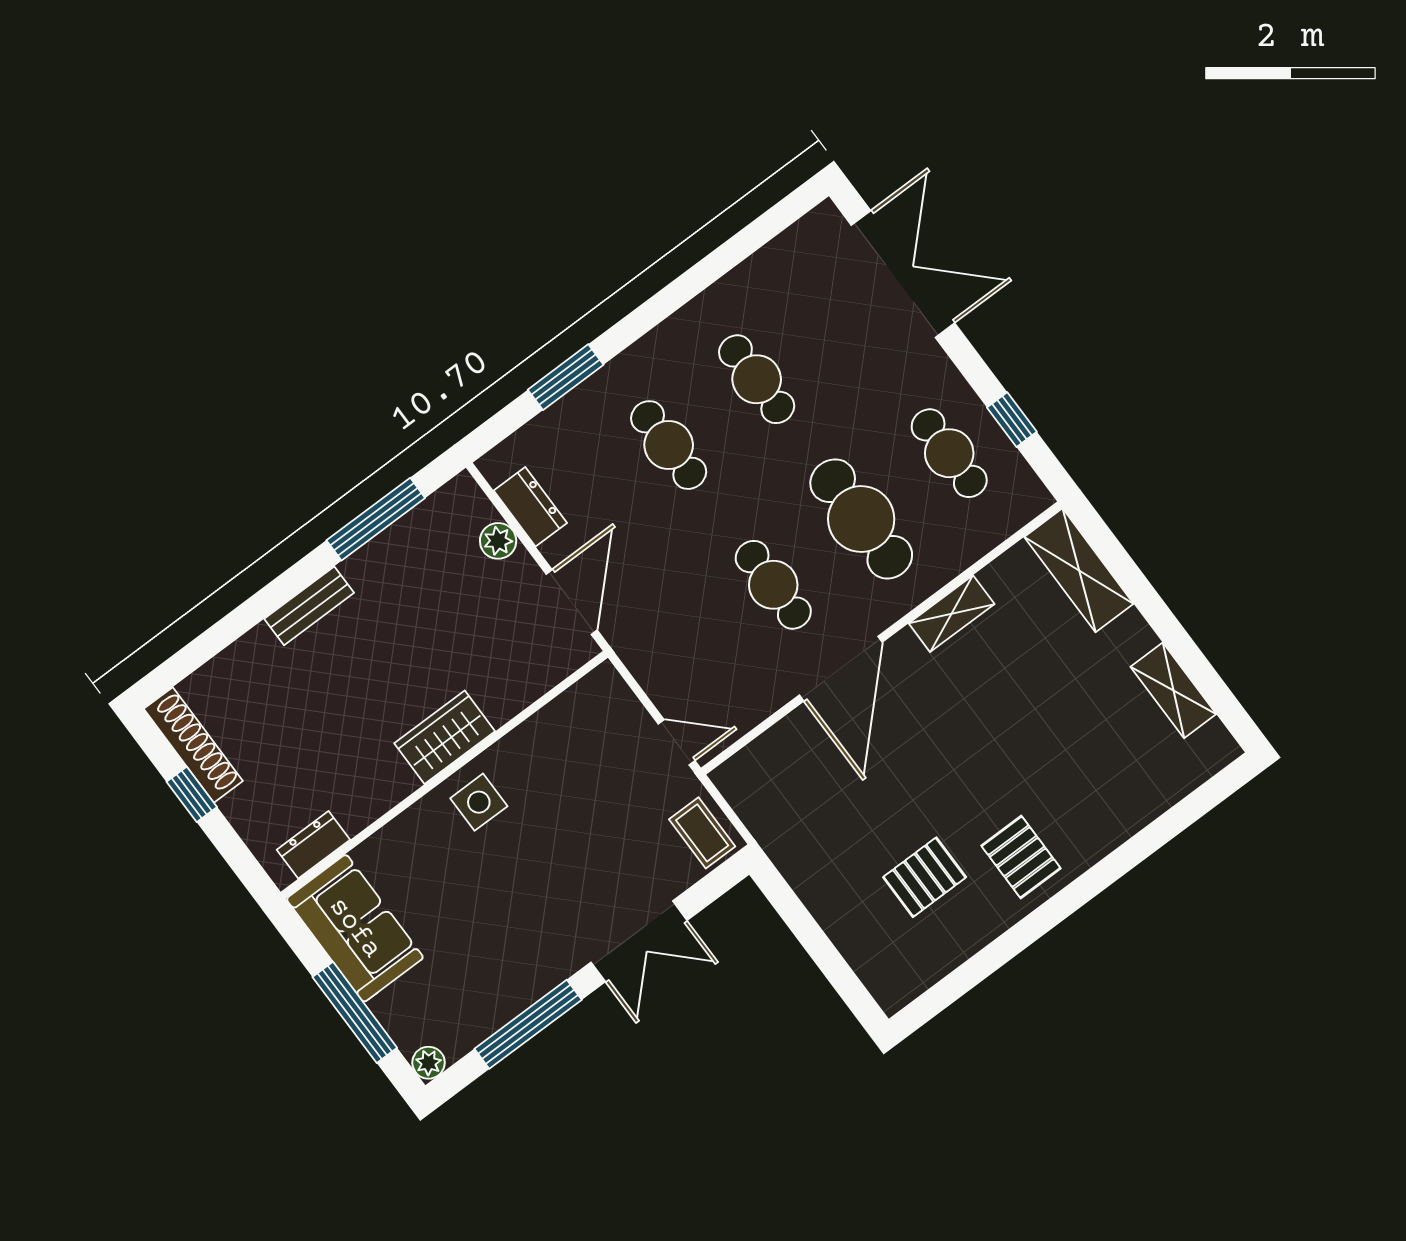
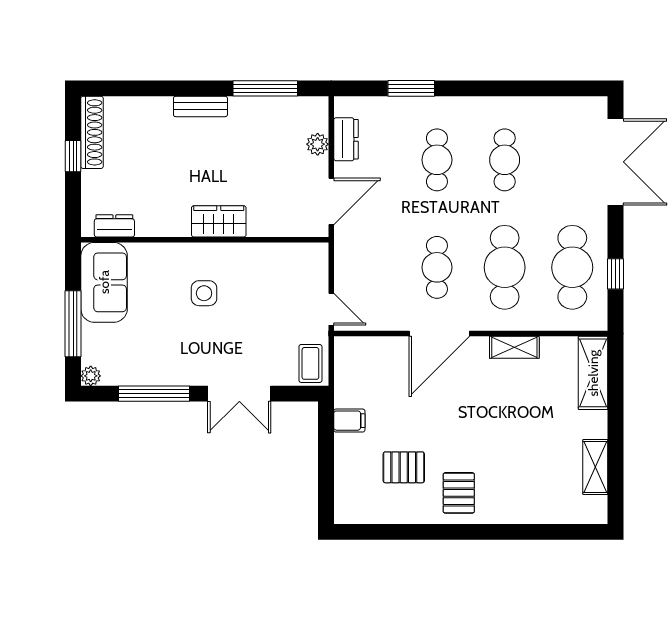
cafe table: (949, 453) -> (572, 267), width x1.37, depth x1.35
side table: (479, 802) -> (204, 293), moved
filing cabinet: (808, 869) -> (349, 421), added

